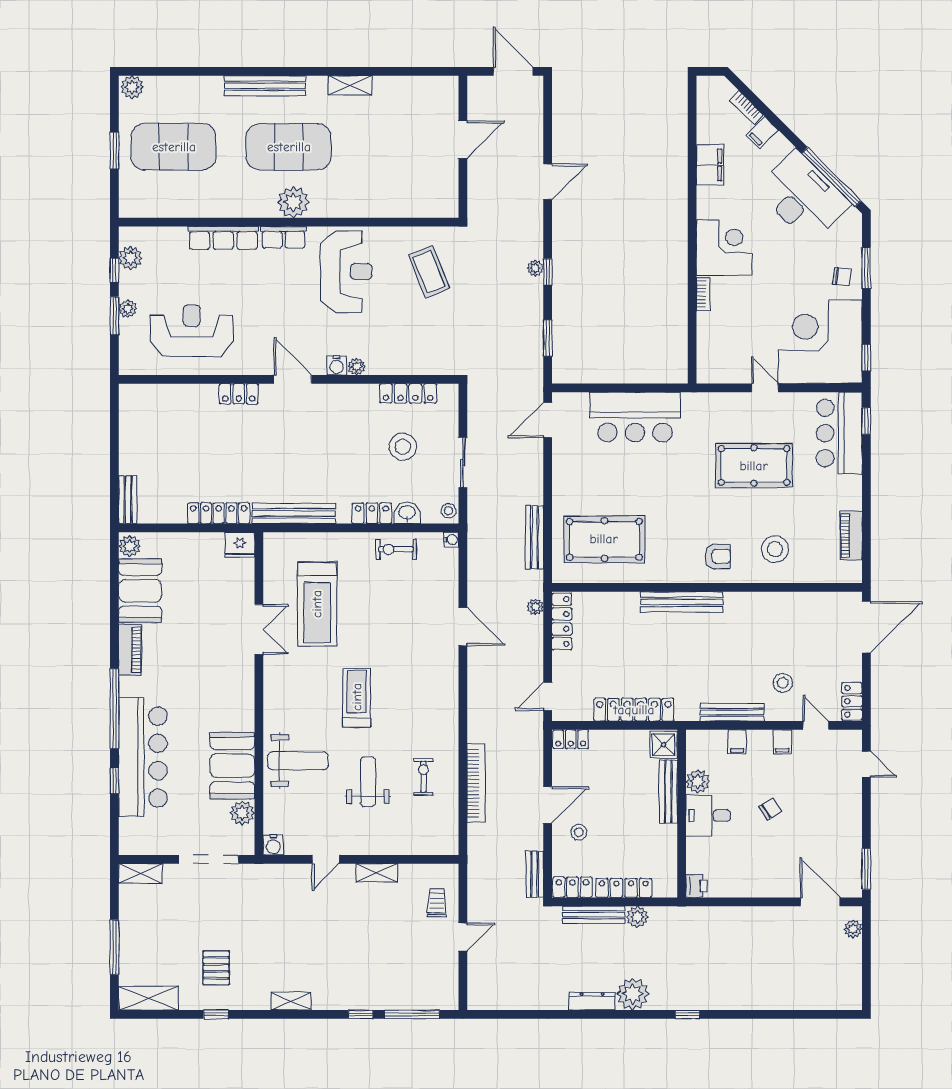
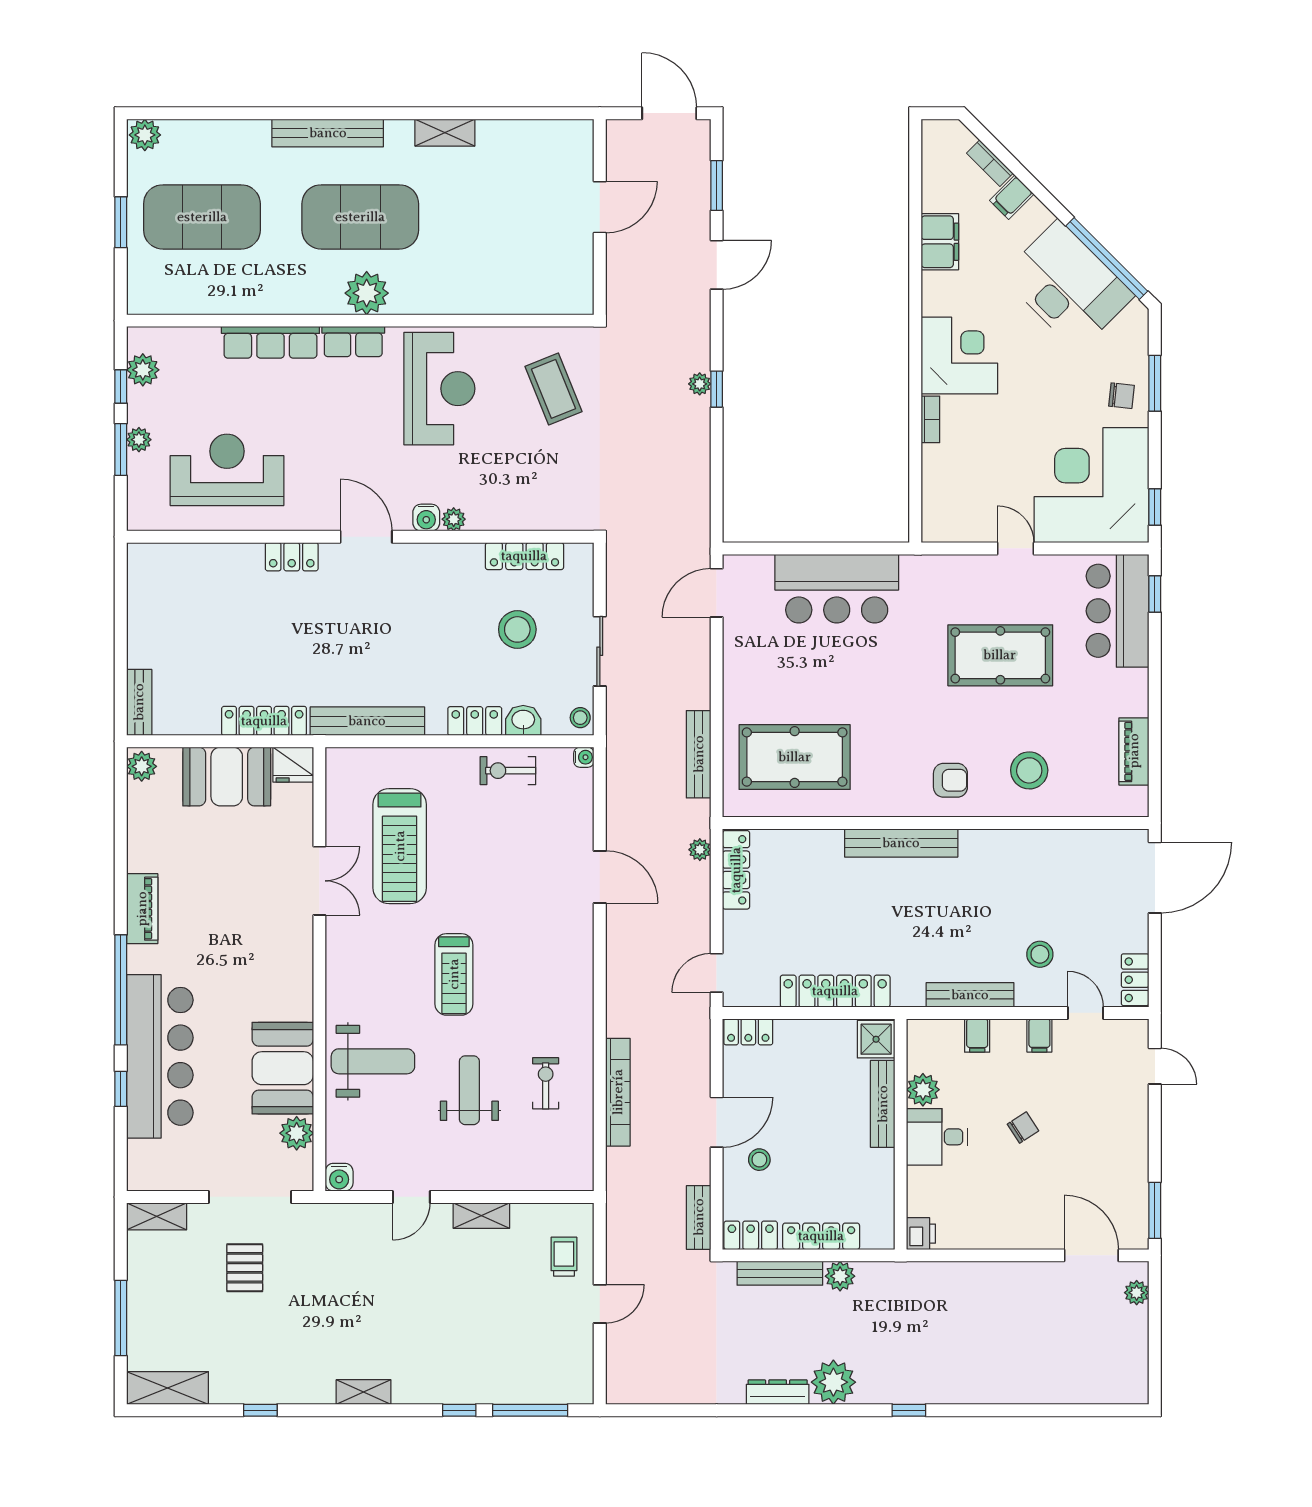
window: (548, 338) -> (717, 186), moved
booth: (140, 591) -> (227, 777), moved, turned 90
treadmill: (357, 697) -> (454, 974), turned 180
pallet: (216, 968) -> (245, 1268), moved

